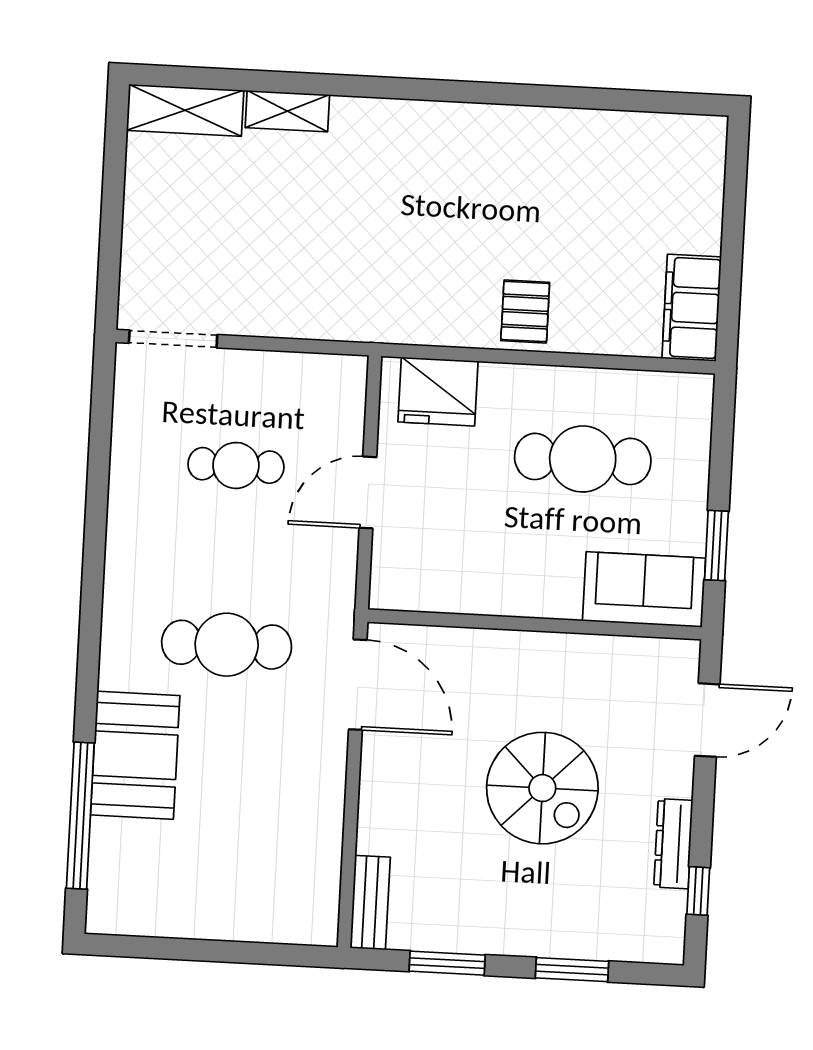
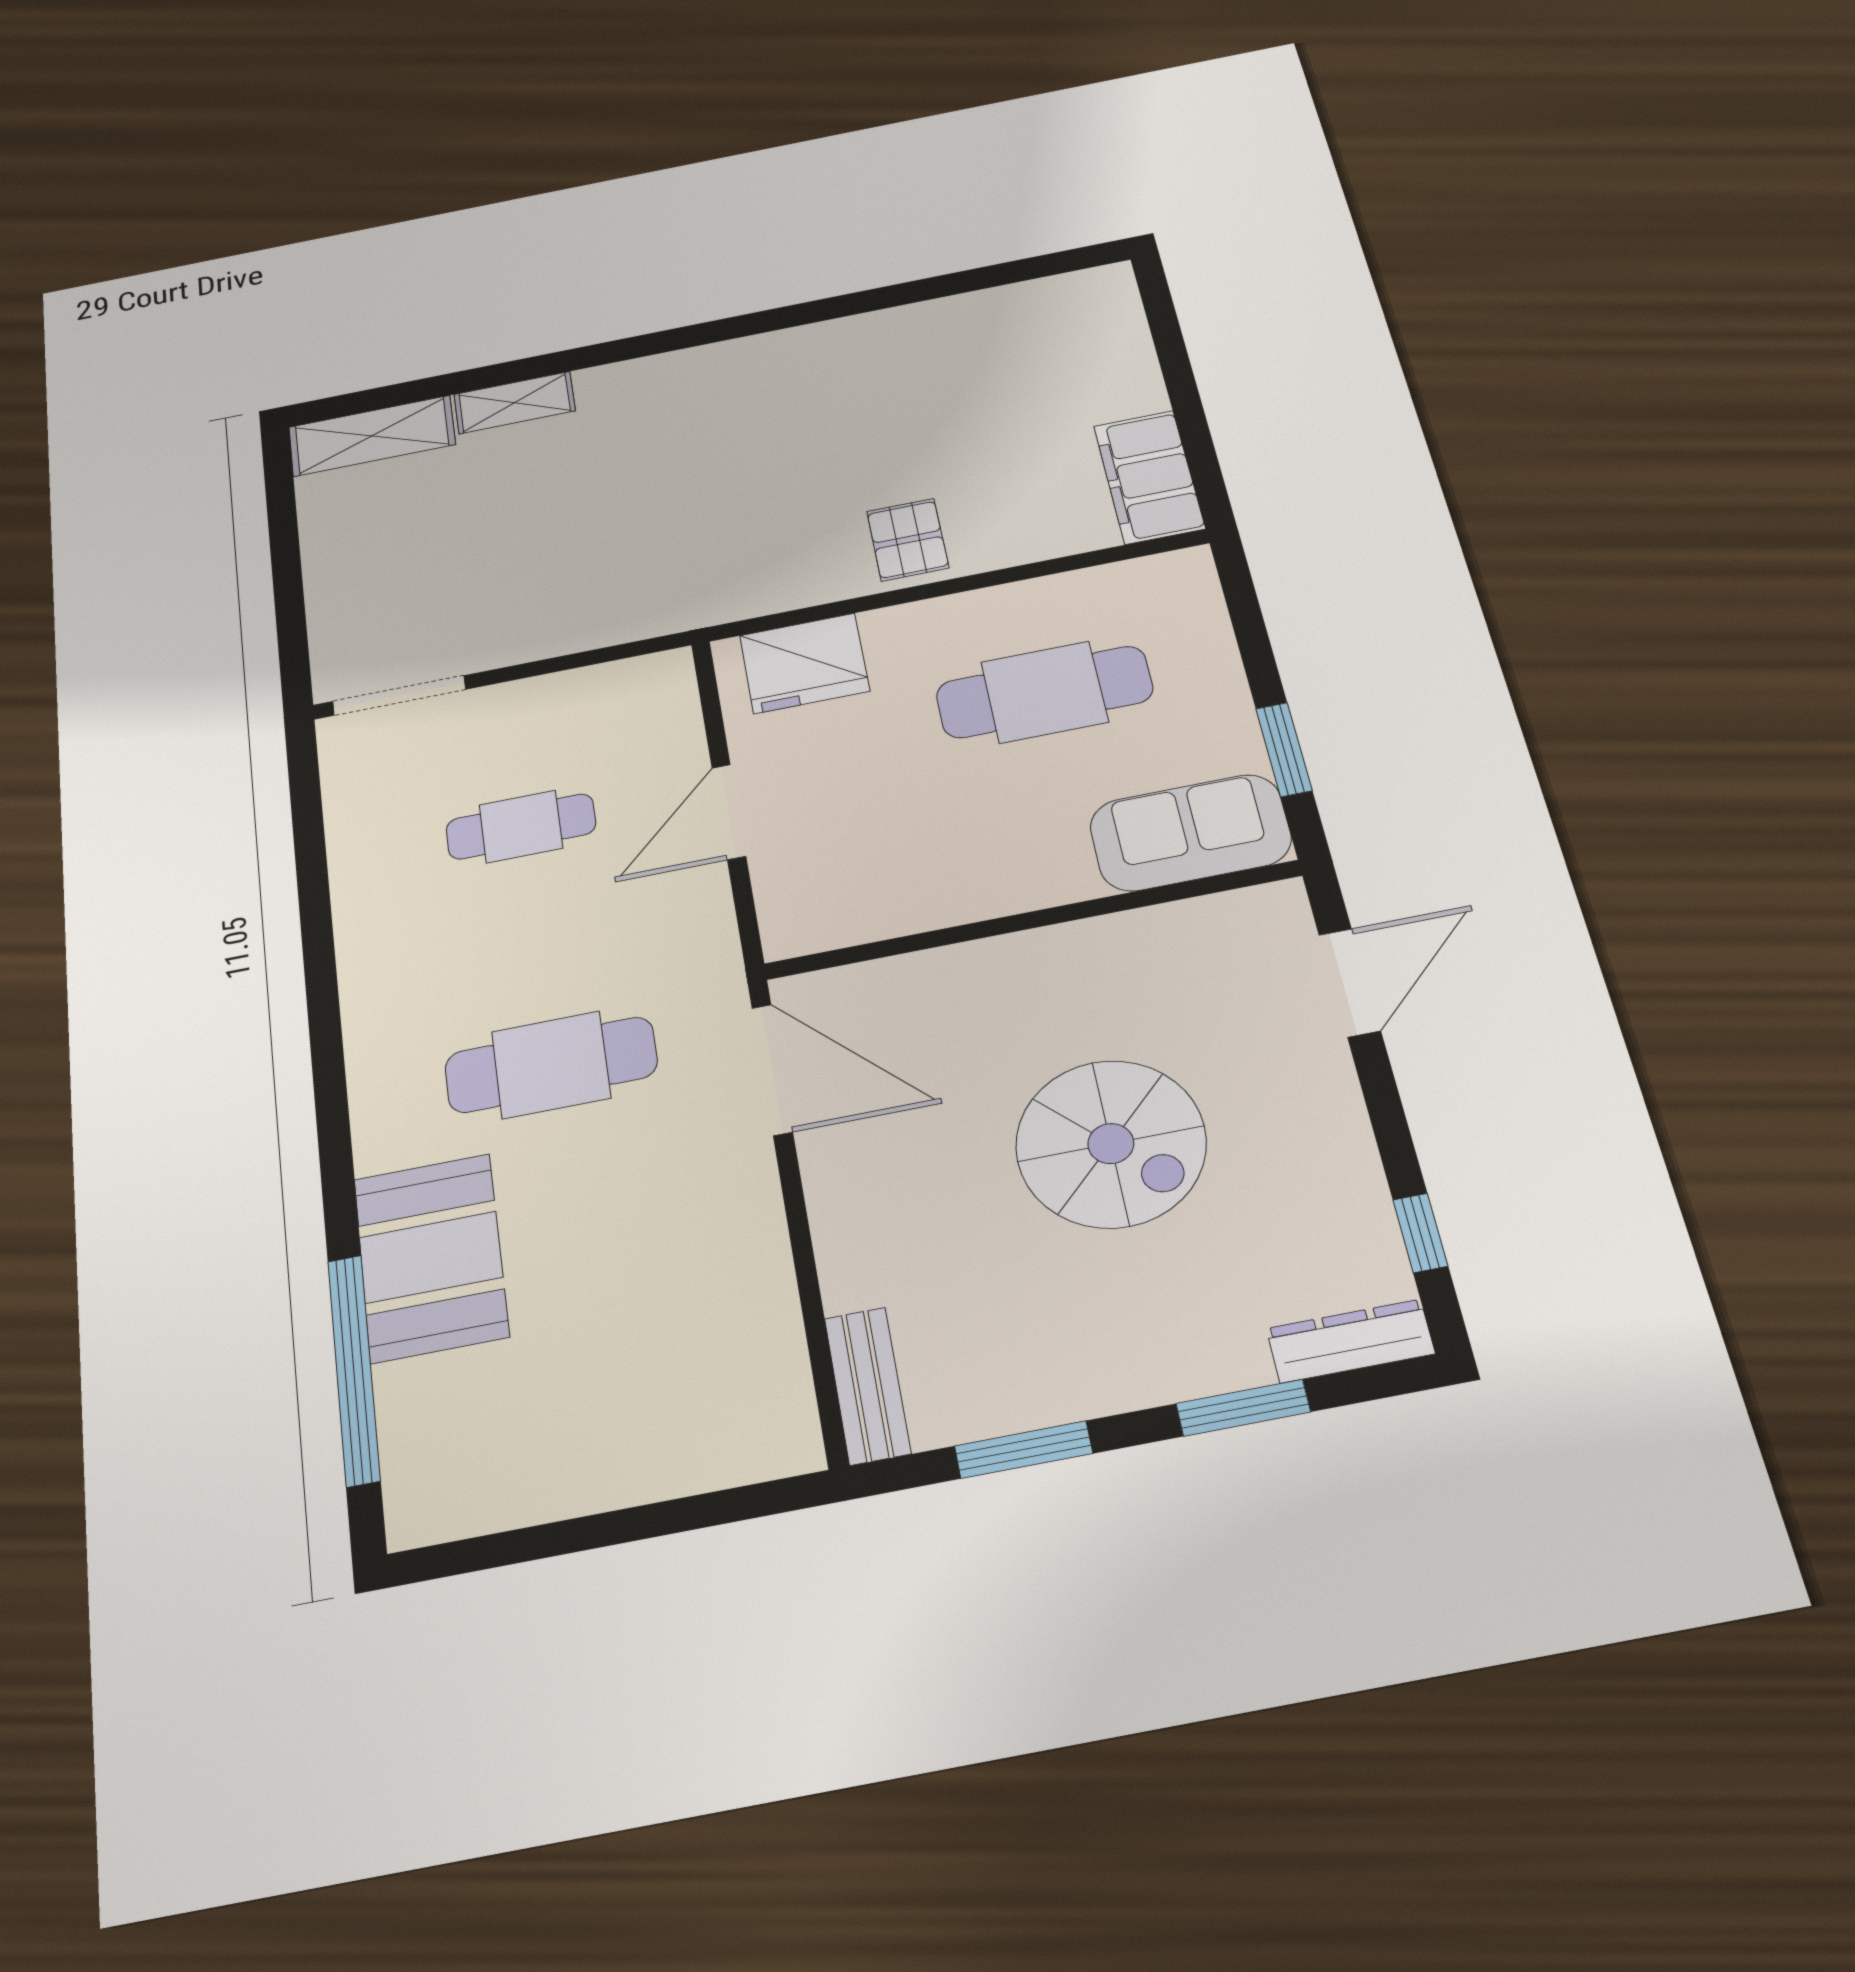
dresser: (673, 844) -> (1351, 1341), moved, turned 90

